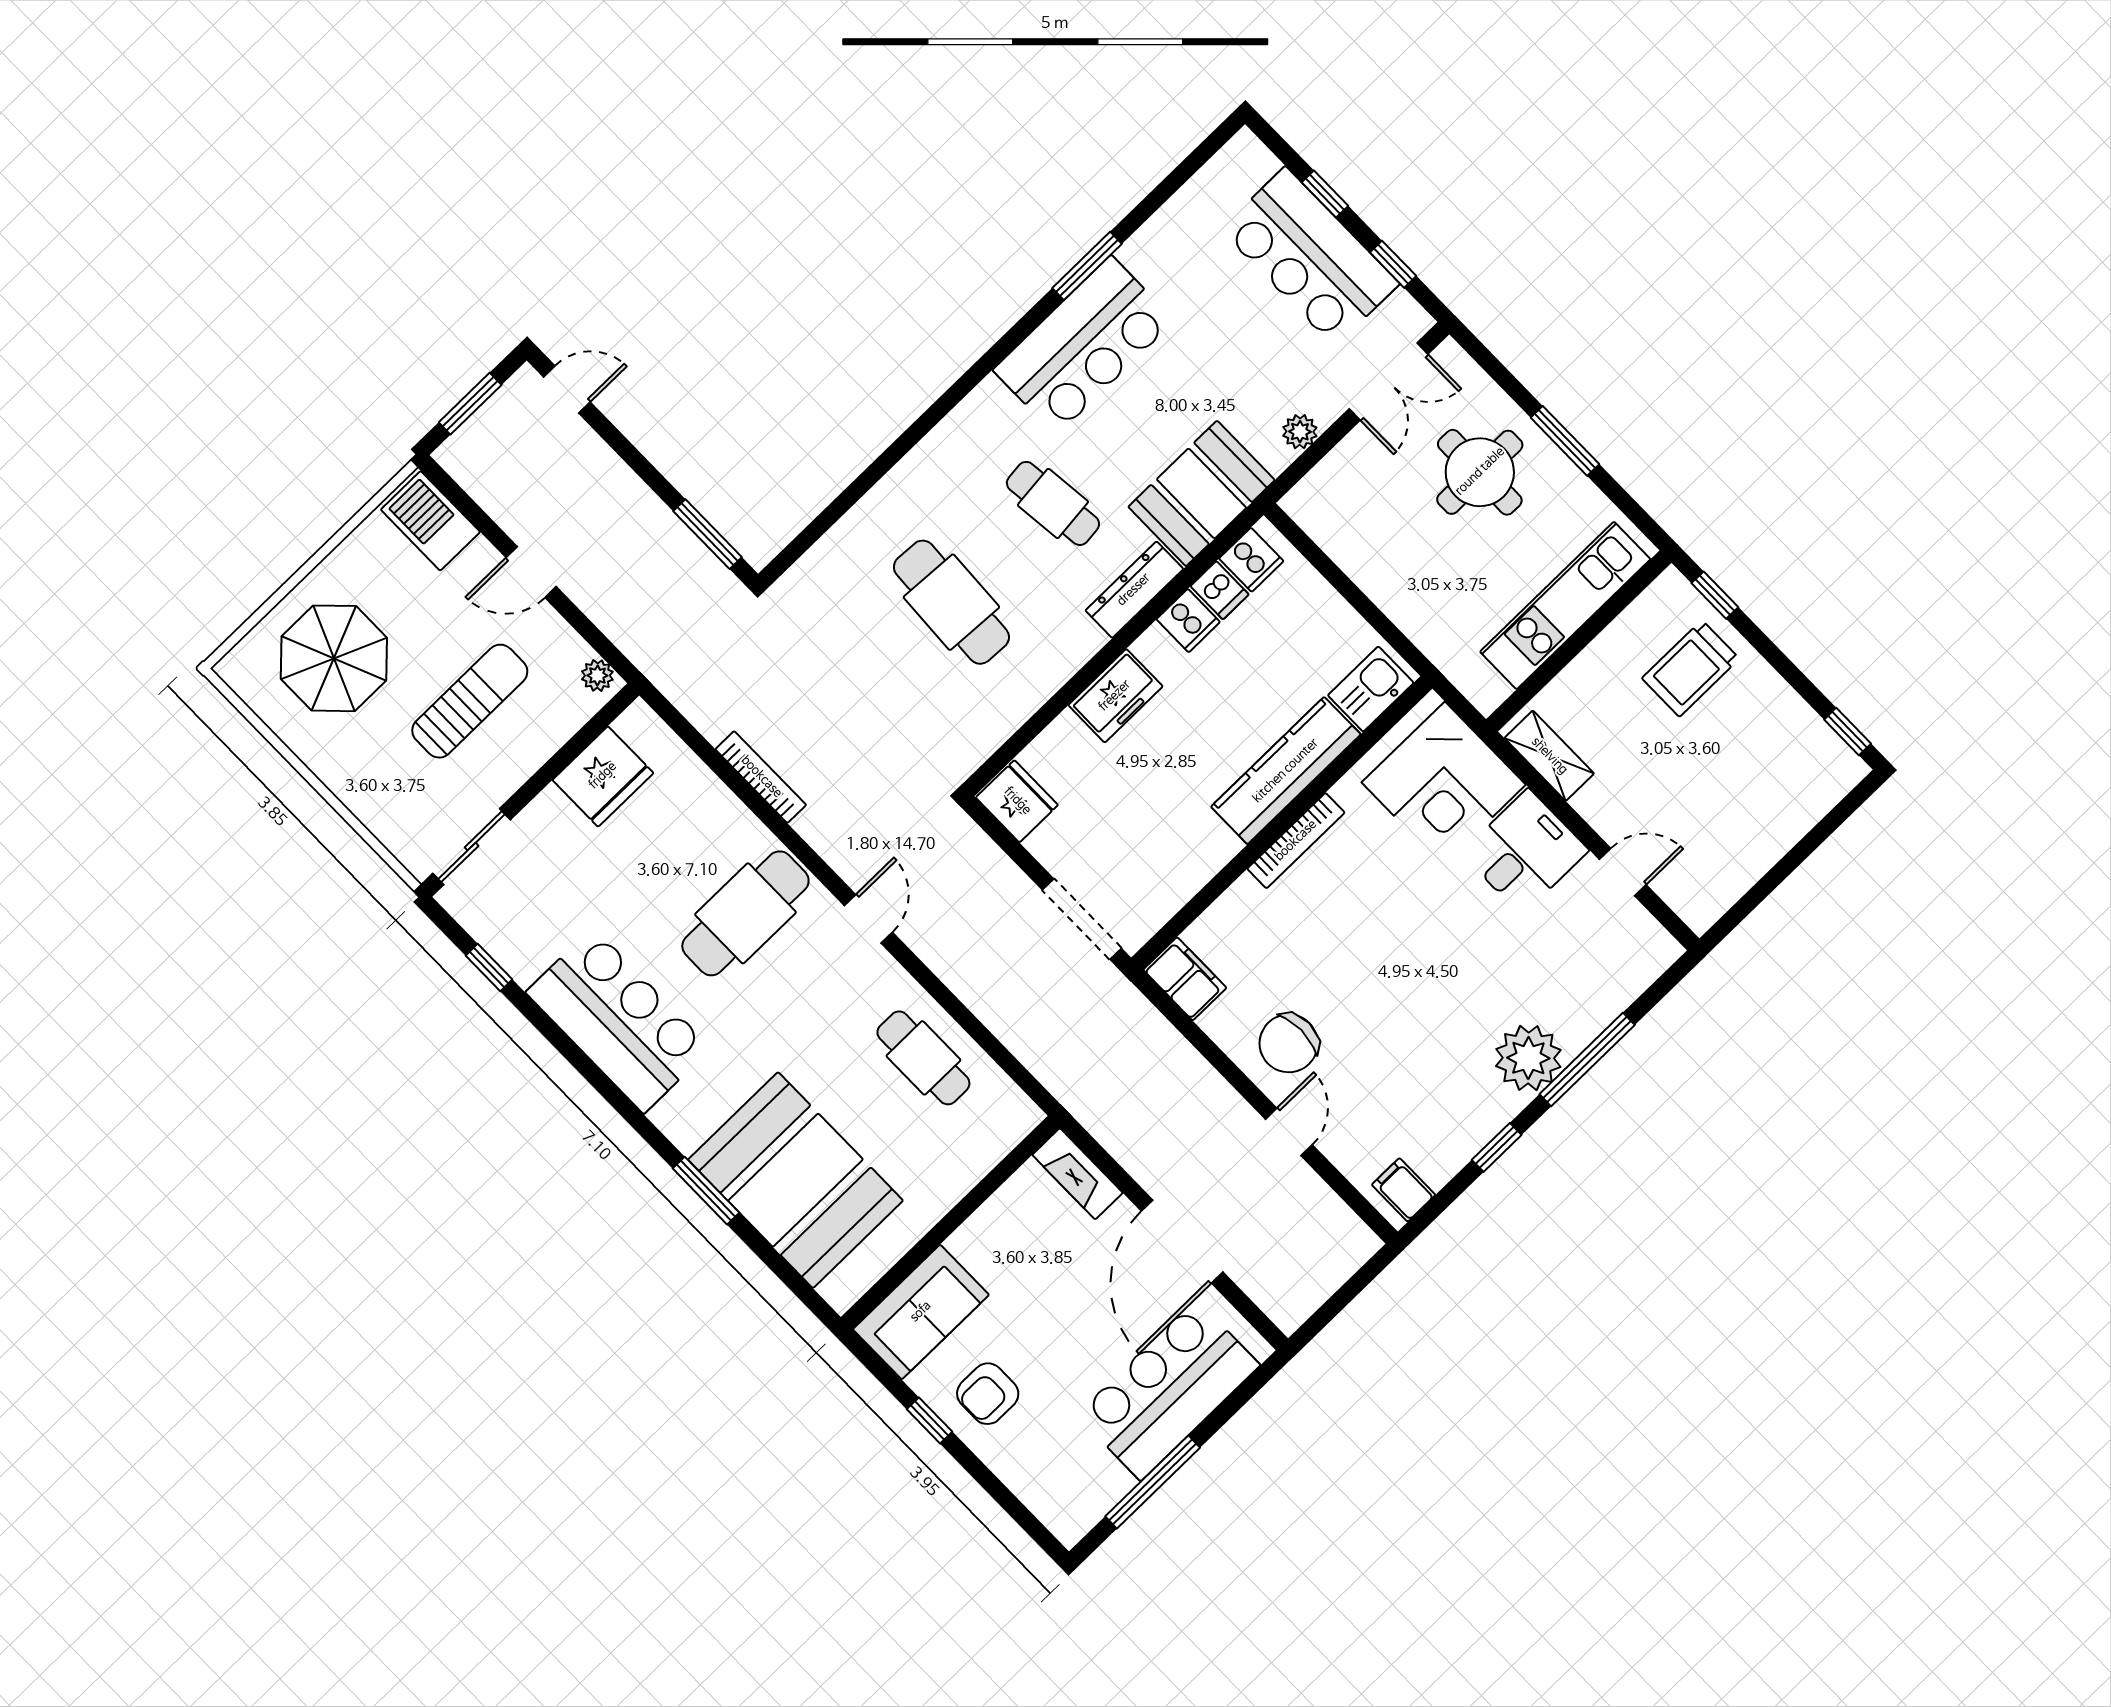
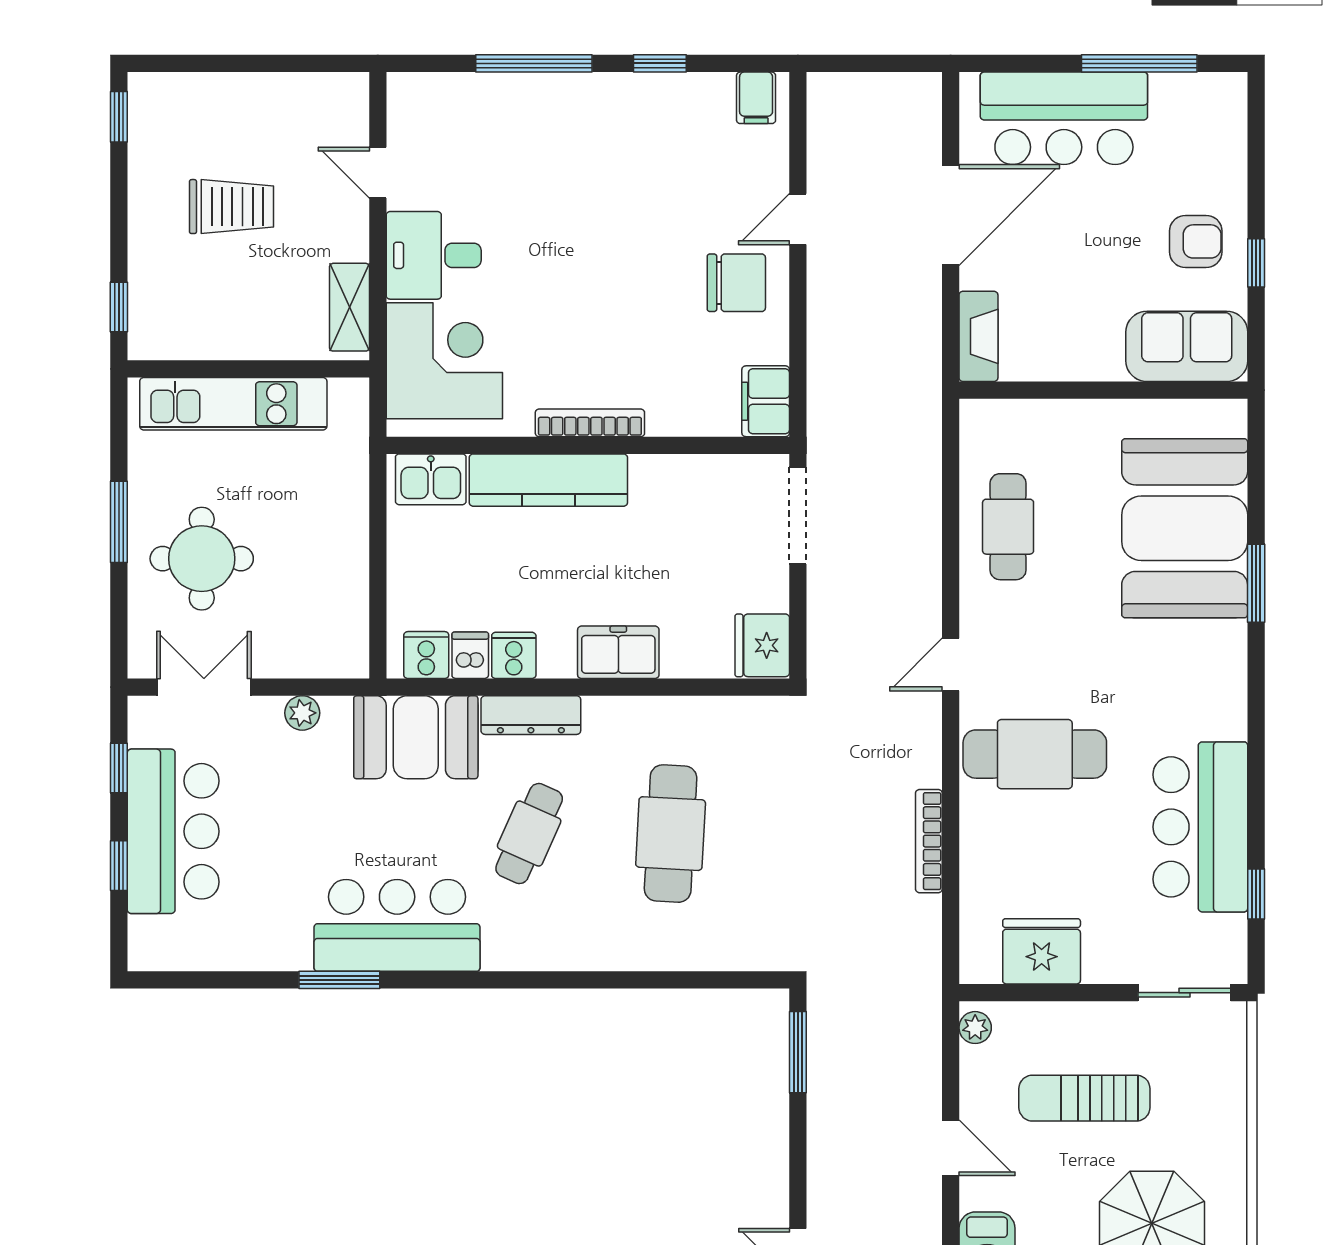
cafe table: (1053, 503) -> (529, 834), turned 30
trolley: (1691, 668) -> (232, 207), moved
bar counter: (618, 1020) -> (1200, 827), moved
plant: (1528, 1058) -> (575, 105), removed

